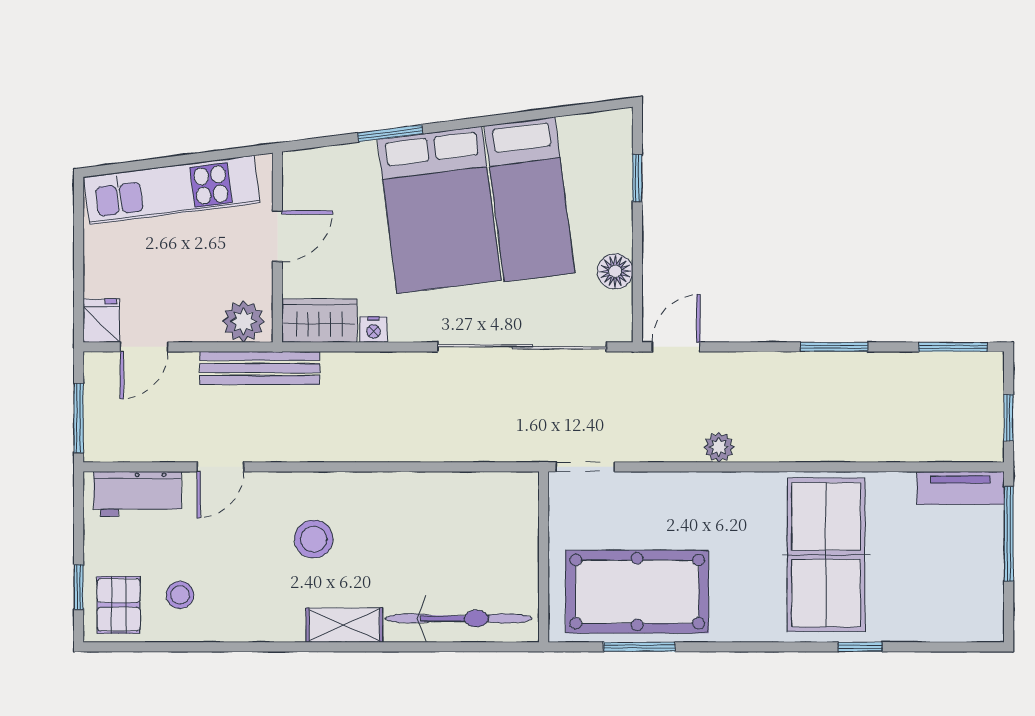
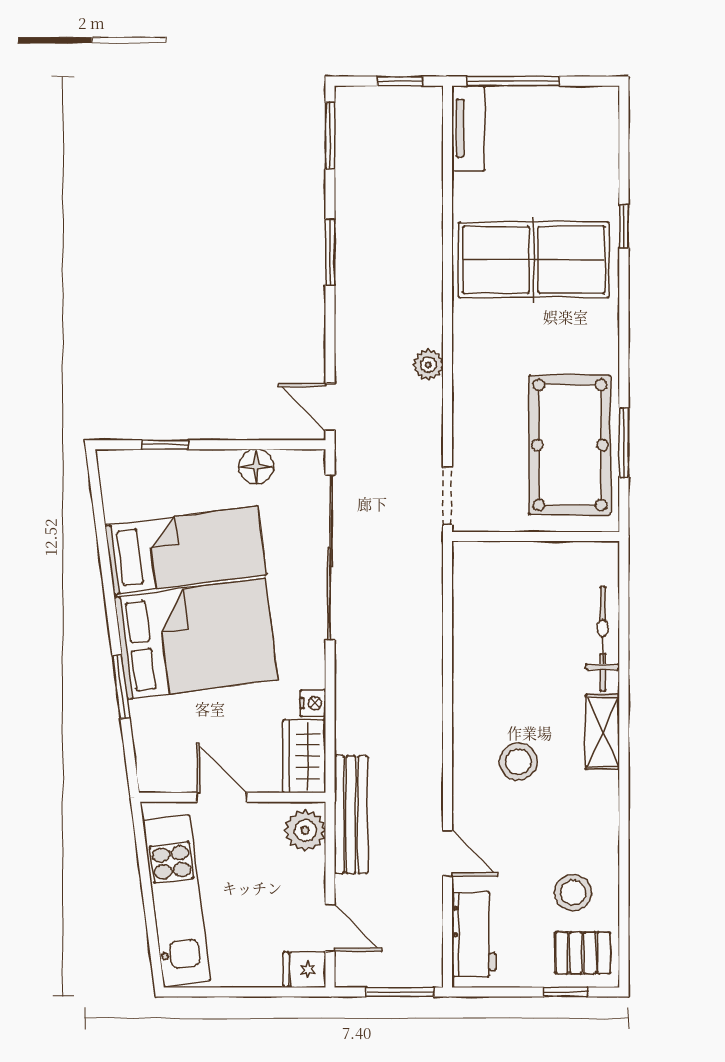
stool: (180, 595) -> (573, 893), width x1.37, depth x1.37
bicycle: (459, 618) -> (603, 639), width x0.73, depth x0.71

